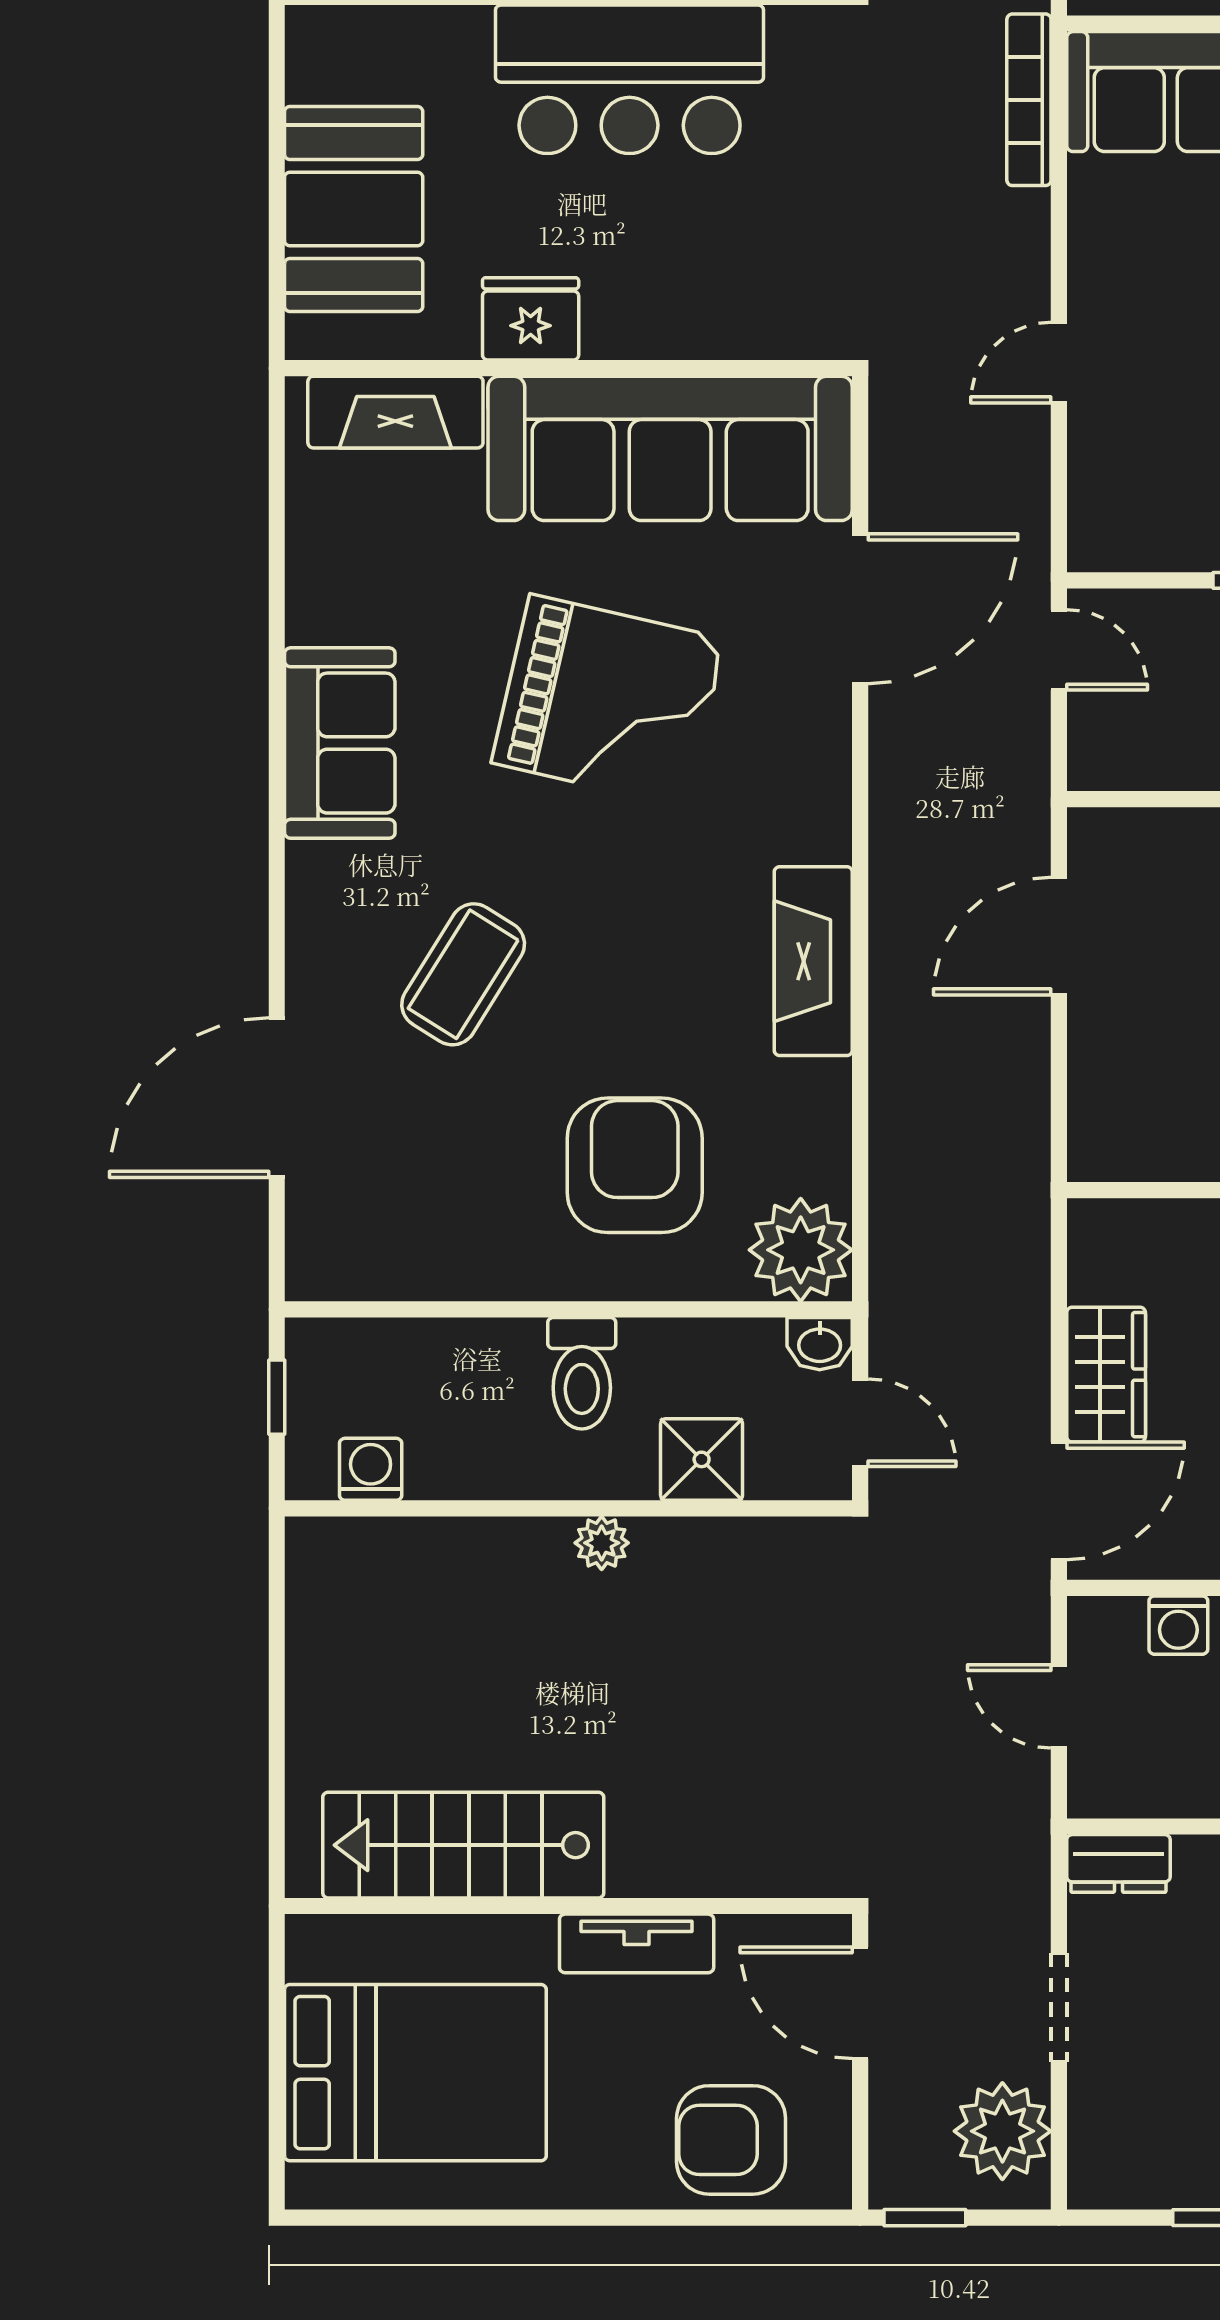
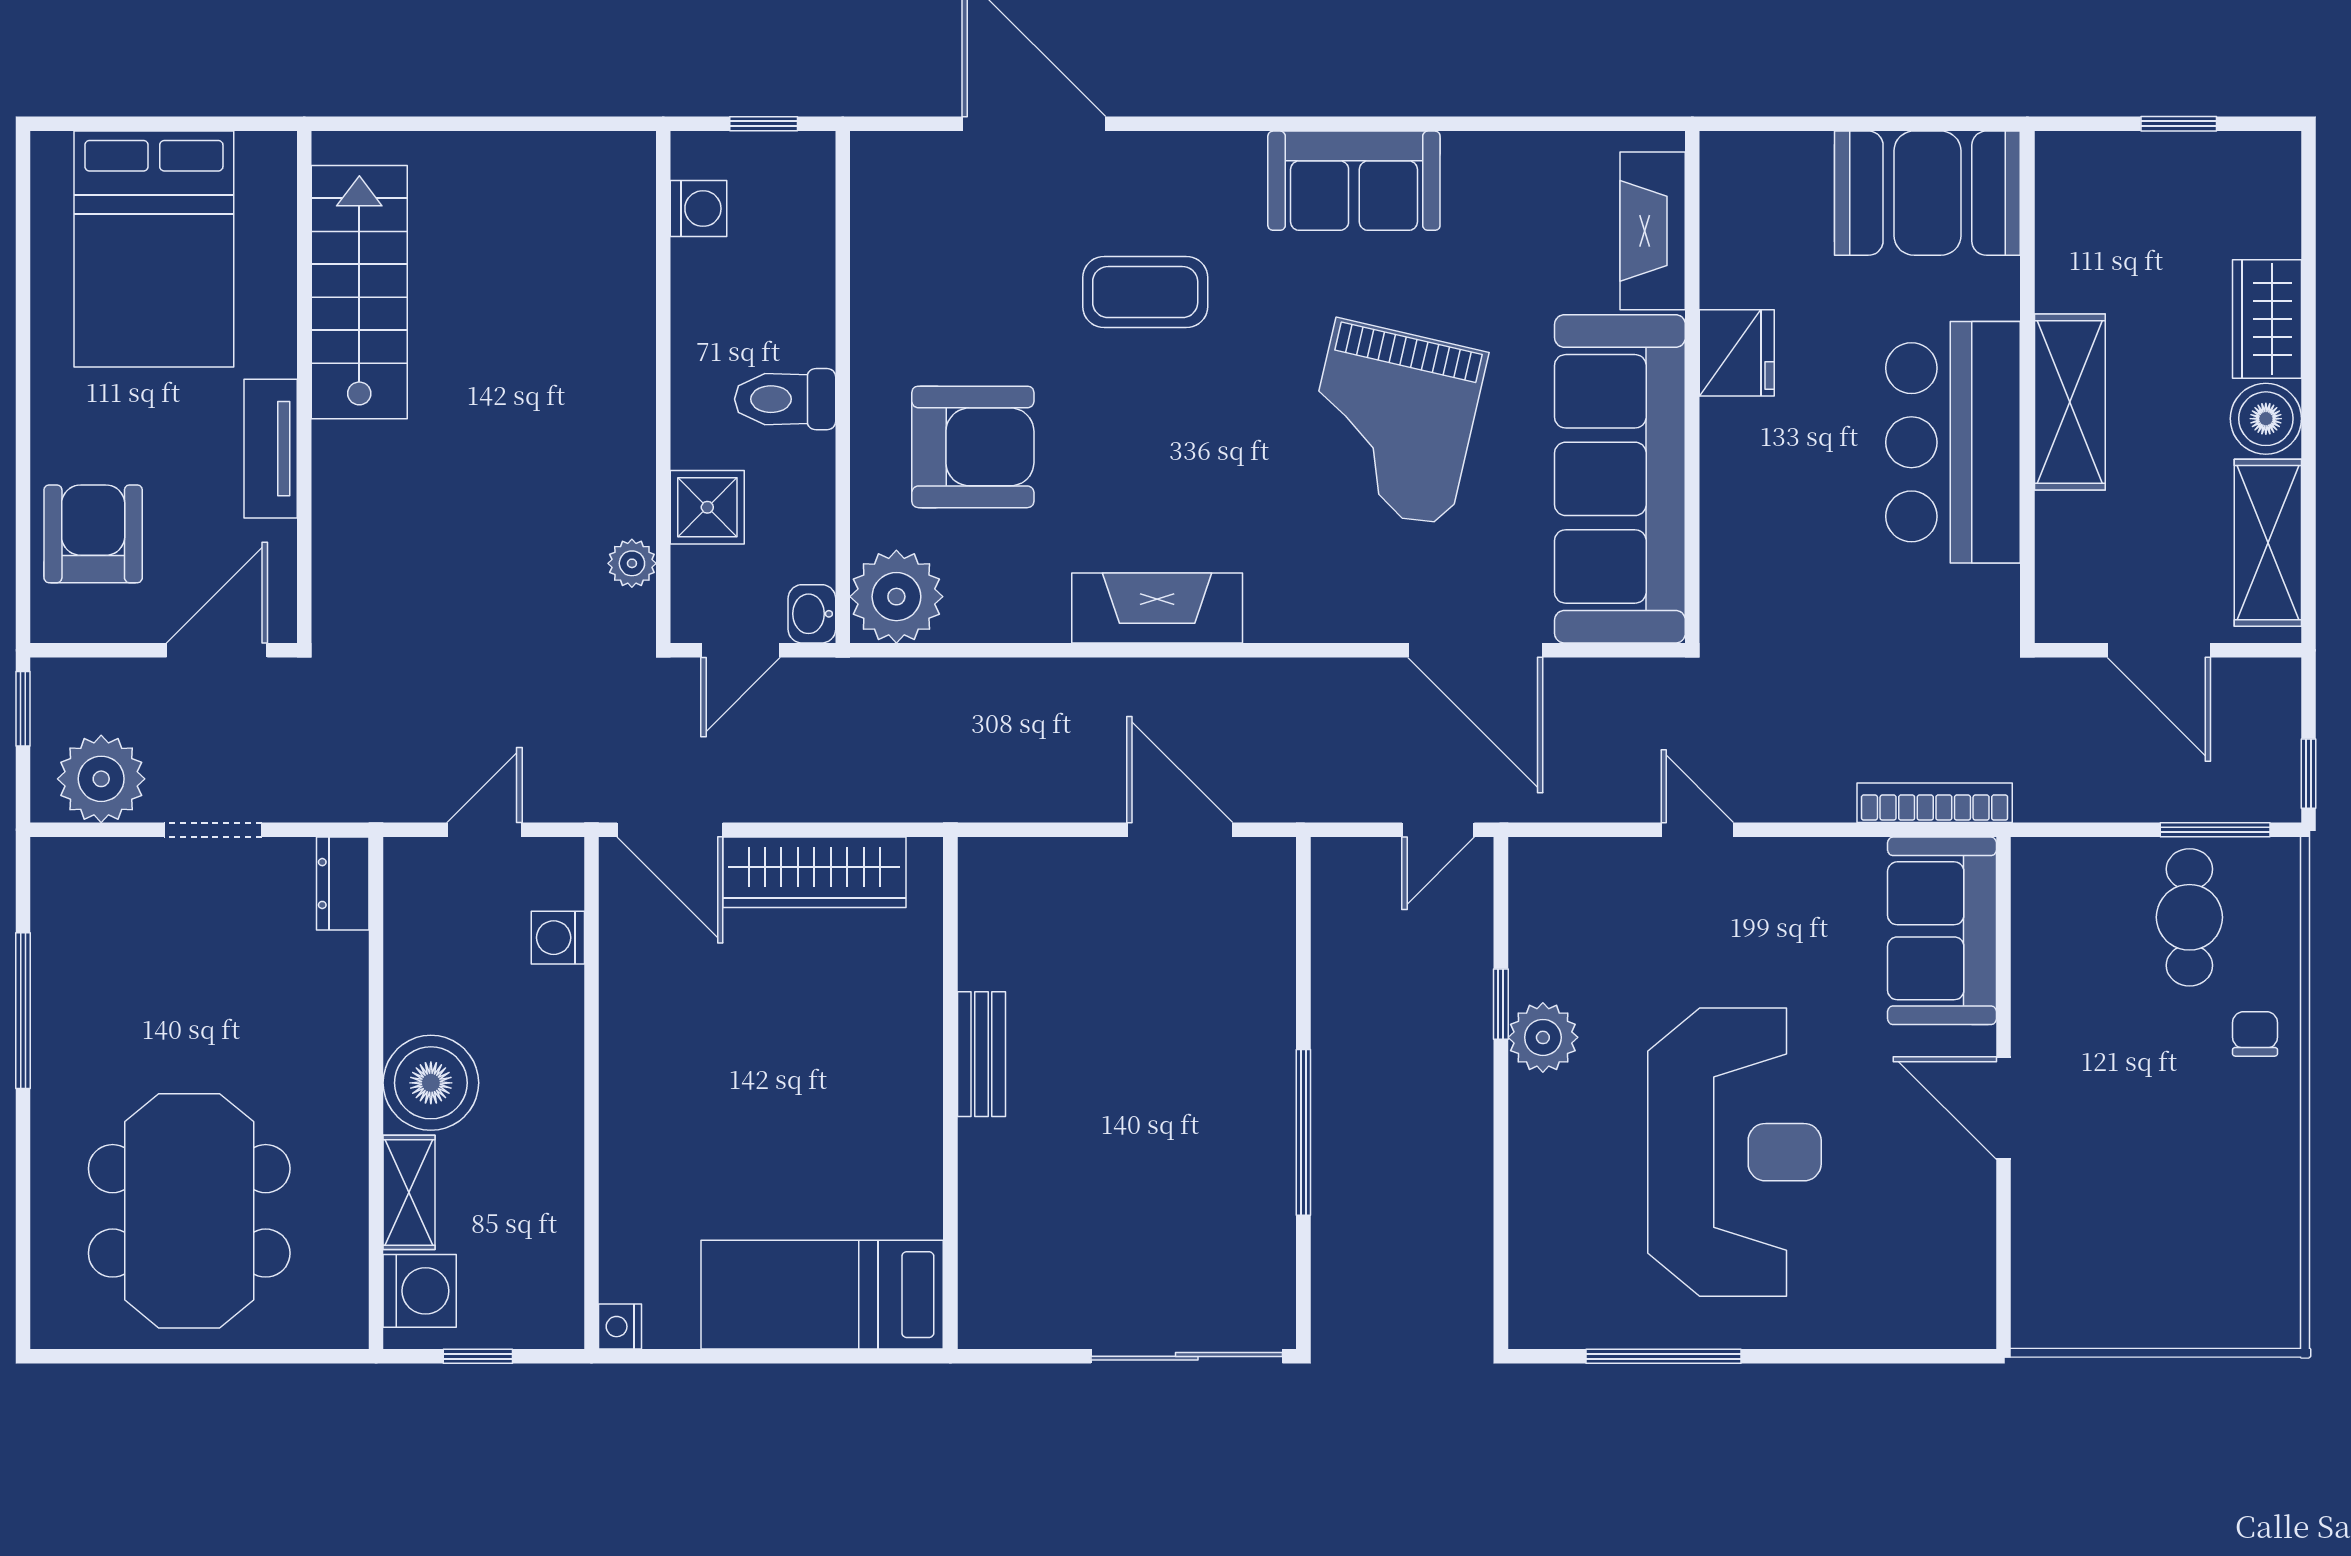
booth: (354, 209) -> (1927, 193), moved
coffee table: (463, 974) -> (1145, 292), turned -32
wardrobe: (1106, 1375) -> (814, 872), width x1.50
plant: (602, 1543) -> (632, 563), moved

